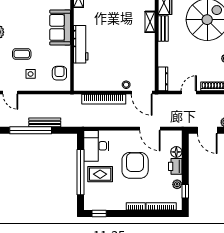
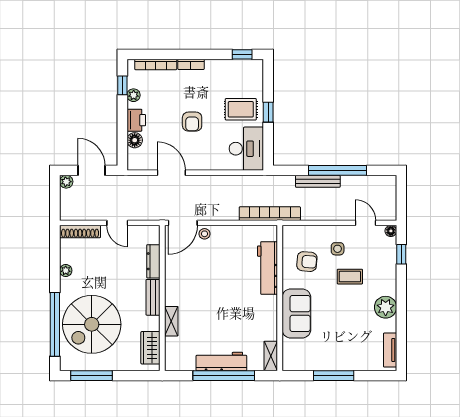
bench: (163, 28) -> (153, 297), moved
workbench: (81, 44) -> (268, 268), moved
armchair: (59, 73) -> (307, 262), moved, turned -85
dresser: (163, 79) -> (153, 261), moved
door: (142, 93) -> (183, 223), swing flipped
door: (189, 93) -> (117, 223), hinge flipped
bookcase: (104, 99) -> (270, 214), moved
armchair: (135, 165) -> (192, 122), width x0.53, depth x0.53
window: (80, 172) -> (268, 112), width x0.32

